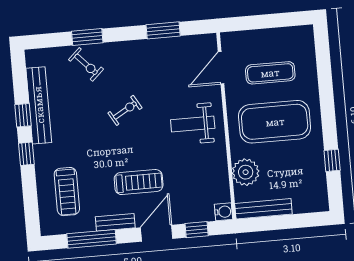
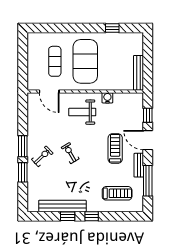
window: (163, 30) -> (23, 146), moved
exercise bike: (86, 64) -> (42, 156), moved
weight bench: (193, 124) -> (82, 112), turned 90
plant: (246, 172) -> (115, 82), removed
water cooler: (223, 212) -> (107, 98), moved

